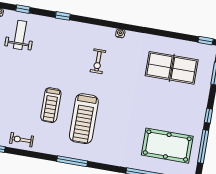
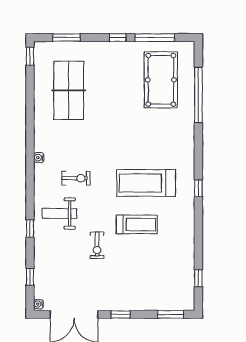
weight bench: (20, 35) -> (59, 213), moved
treadmill: (84, 119) -> (146, 183), turned 180
exercise bike: (22, 140) -> (97, 245), moved
window: (72, 161) -> (198, 188), width x0.46

